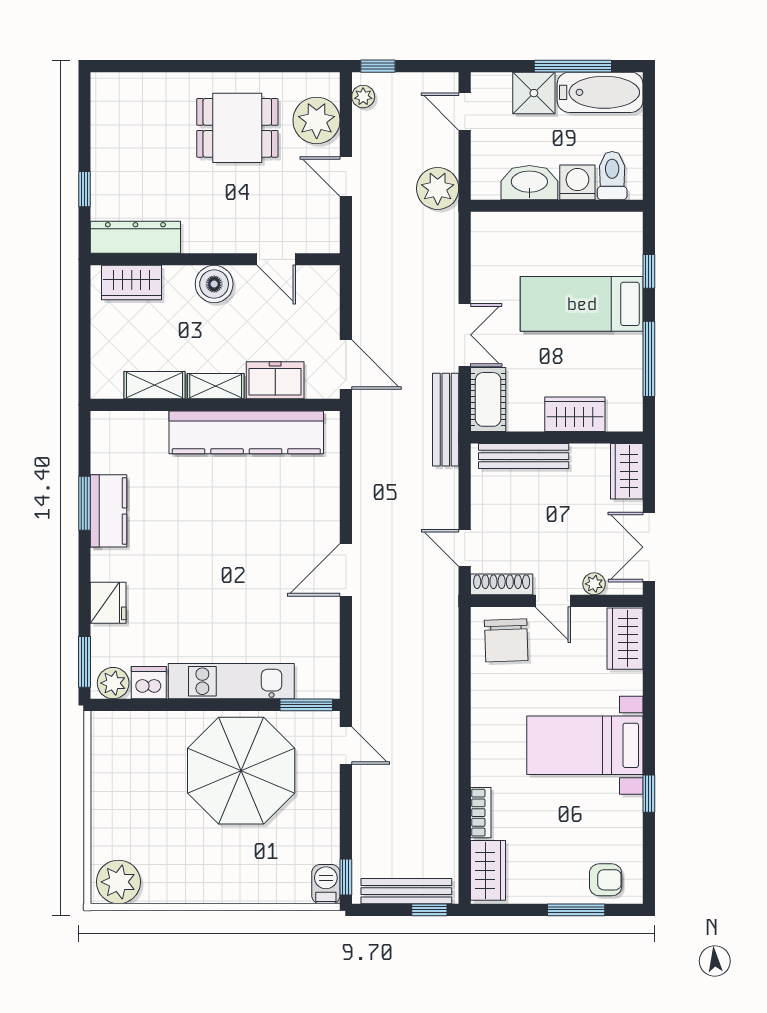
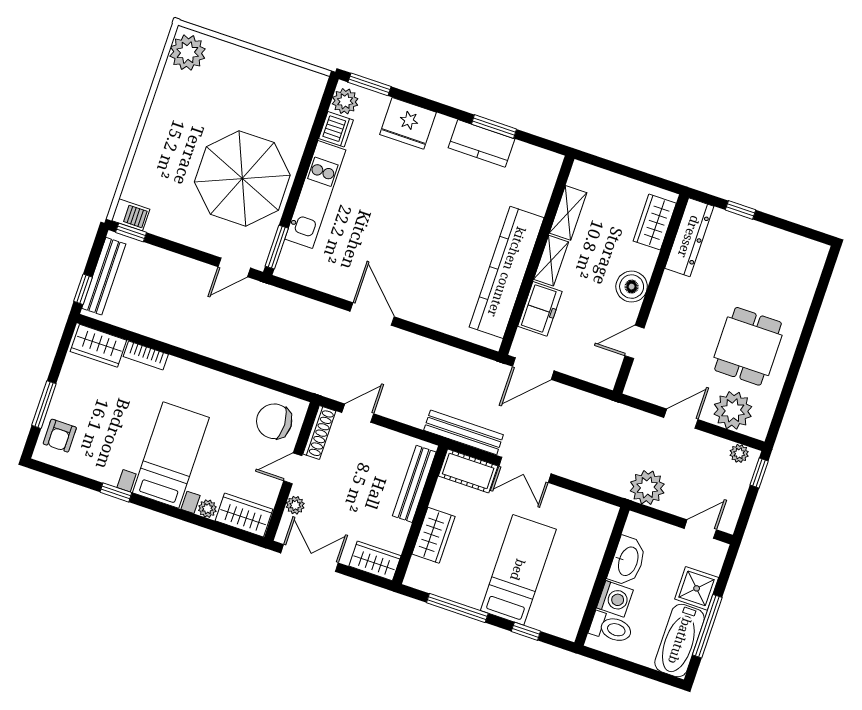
fridge: (108, 603) -> (408, 123), width x1.36, depth x1.34
plant: (632, 683) -> (207, 509), added

